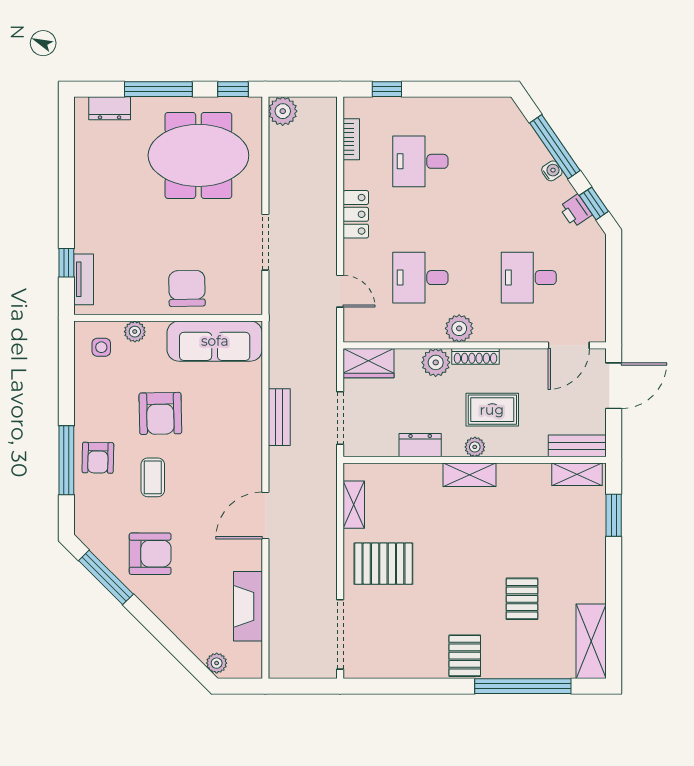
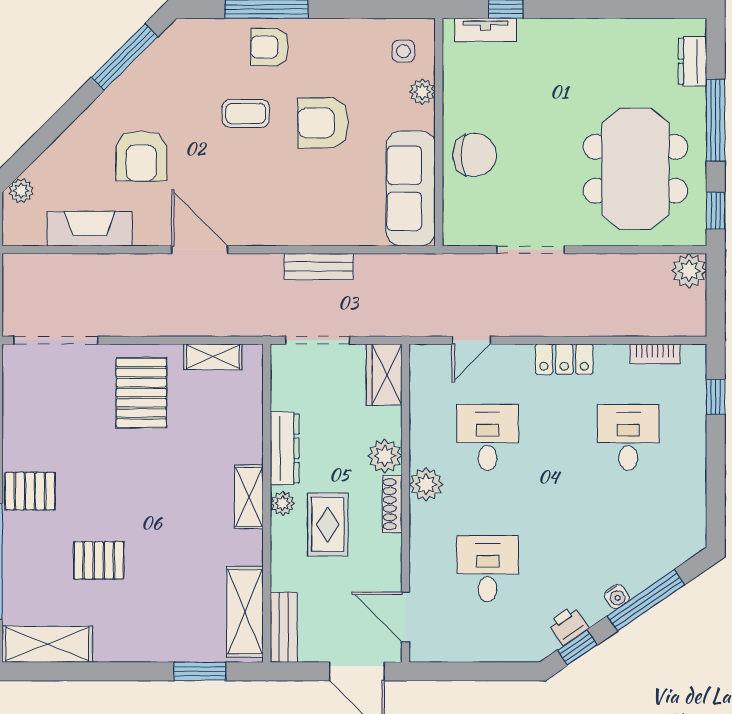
dresser: (420, 445) -> (285, 448), width x1.44
shelving: (577, 474) -> (245, 612), width x1.50, depth x1.33
armchair: (150, 554) -> (141, 156), moved

